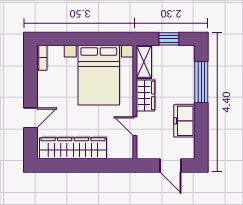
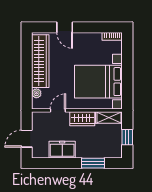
window: (201, 82) -> (93, 163), width x0.69
plant: (114, 153) -> (36, 93), added

